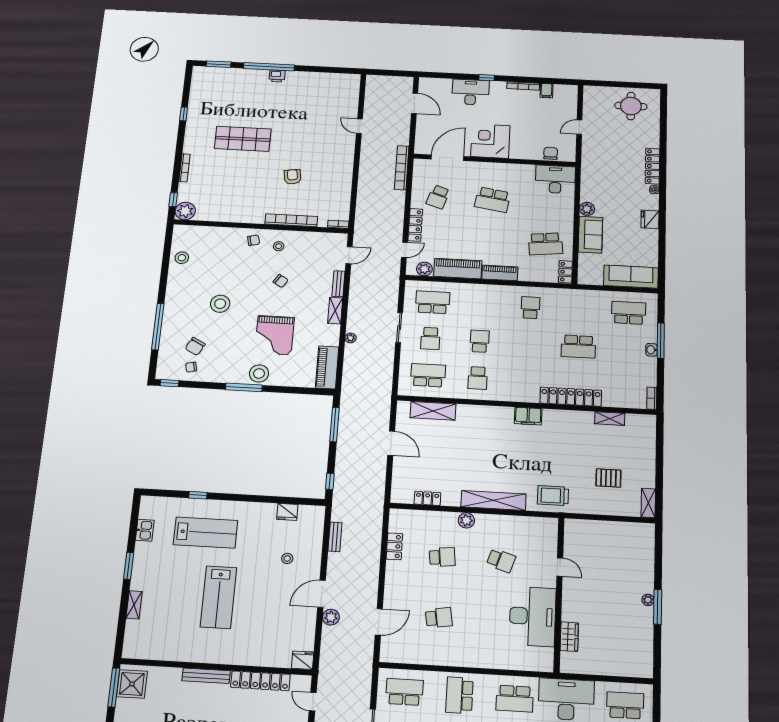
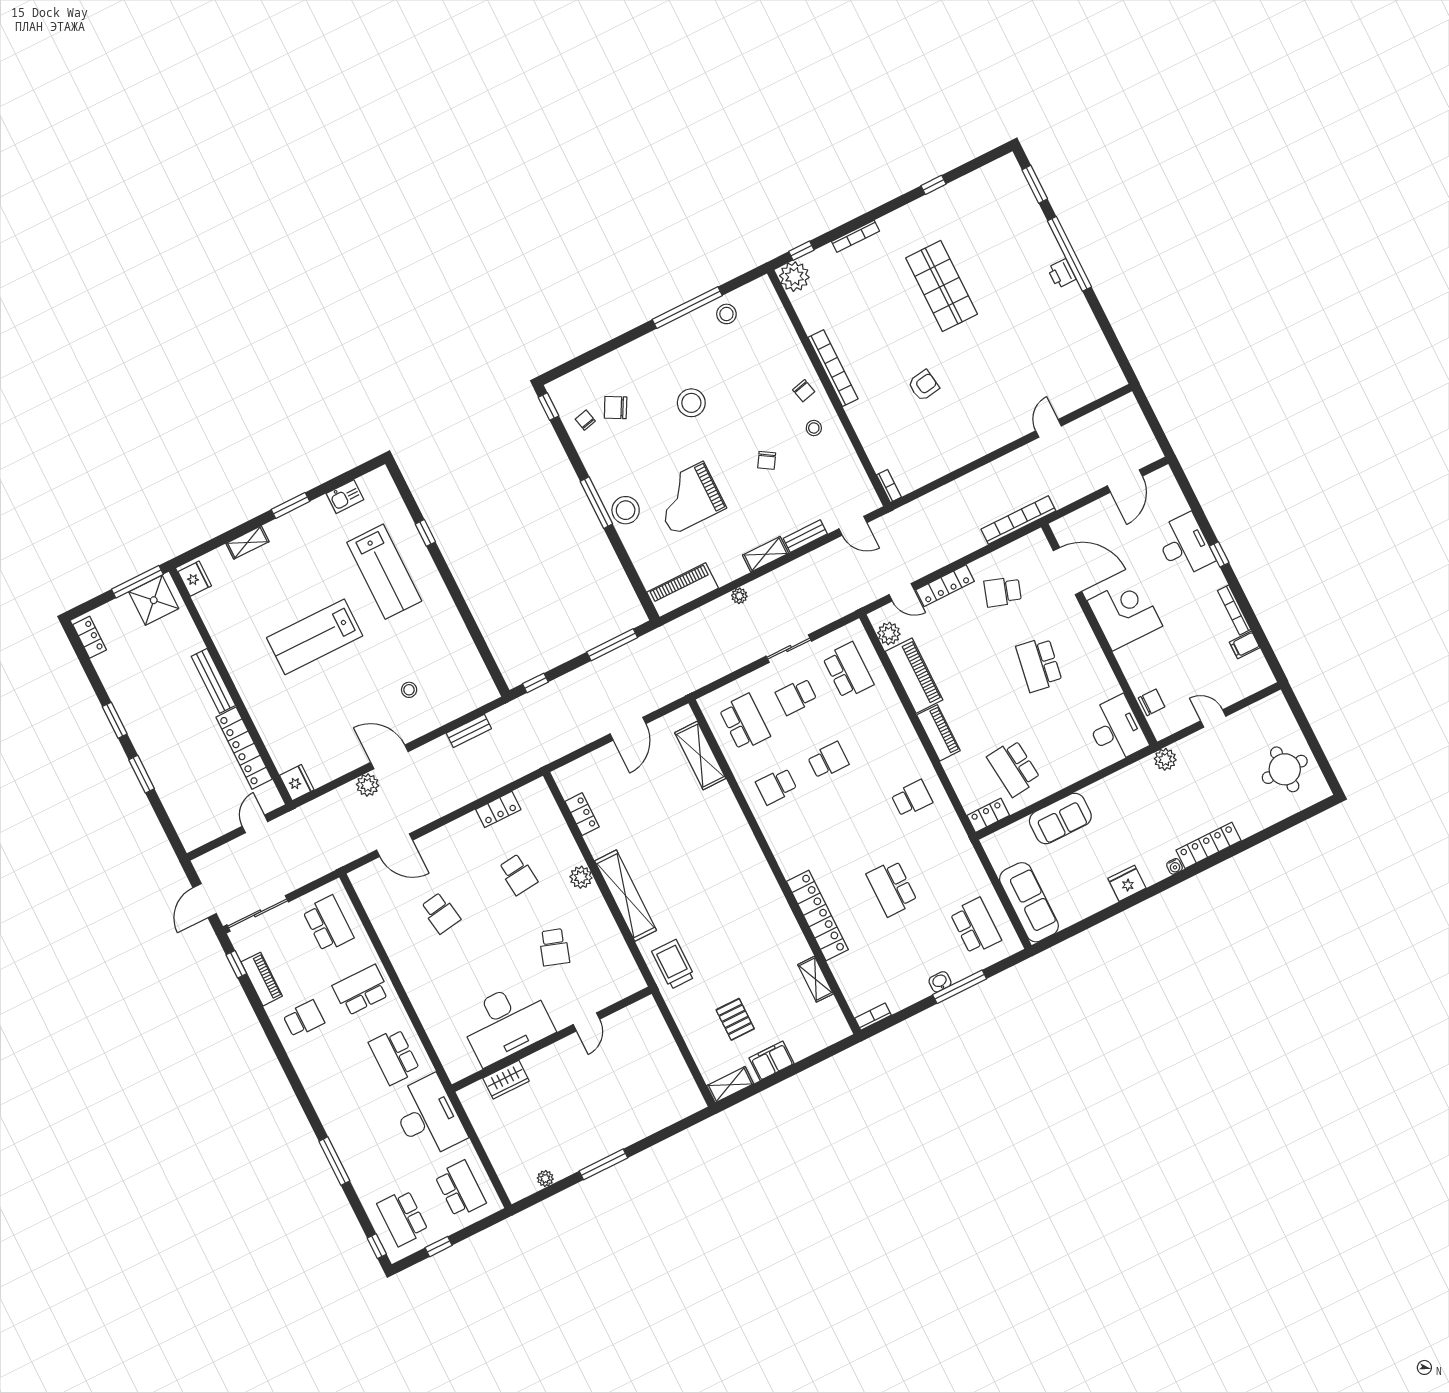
plant: (587, 209) -> (1165, 759), moved
bookcase: (291, 220) -> (833, 368), moved
window: (158, 327) -> (687, 308), moved
filing cabinet: (528, 416) -> (771, 1061), moved, turned 90
fridge: (287, 512) -> (195, 579), moved, turned 180
plant: (648, 600) -> (545, 1178), moved

